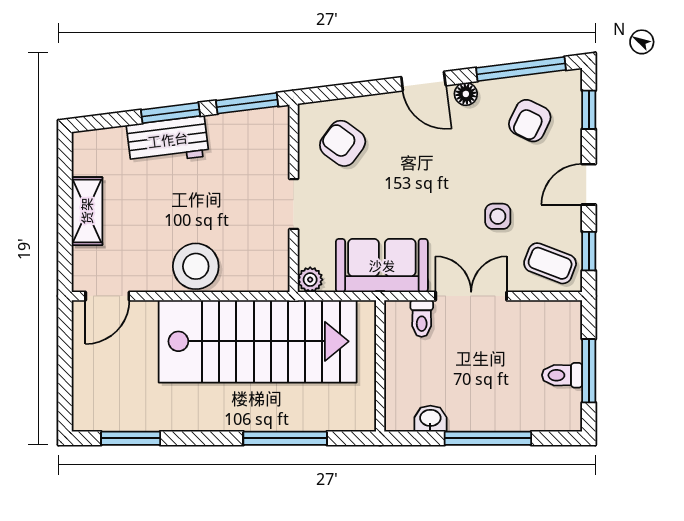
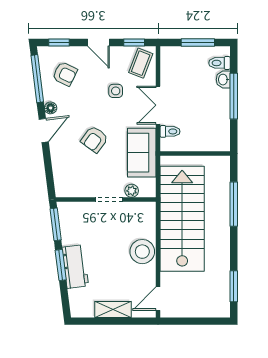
armchair: (343, 143) -> (94, 139), moved
plant: (310, 280) -> (132, 191), moved
door: (107, 296) -> (158, 299), swing flipped
toilet: (562, 375) -> (220, 63), moved, turned 90
washbasin: (430, 419) -> (223, 80), moved

